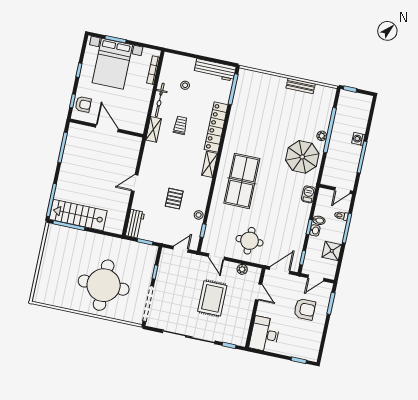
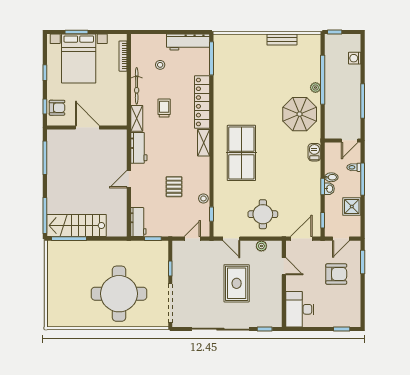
washing machine: (358, 139) -> (355, 58), moved
workbench: (150, 157) -> (139, 148), added

